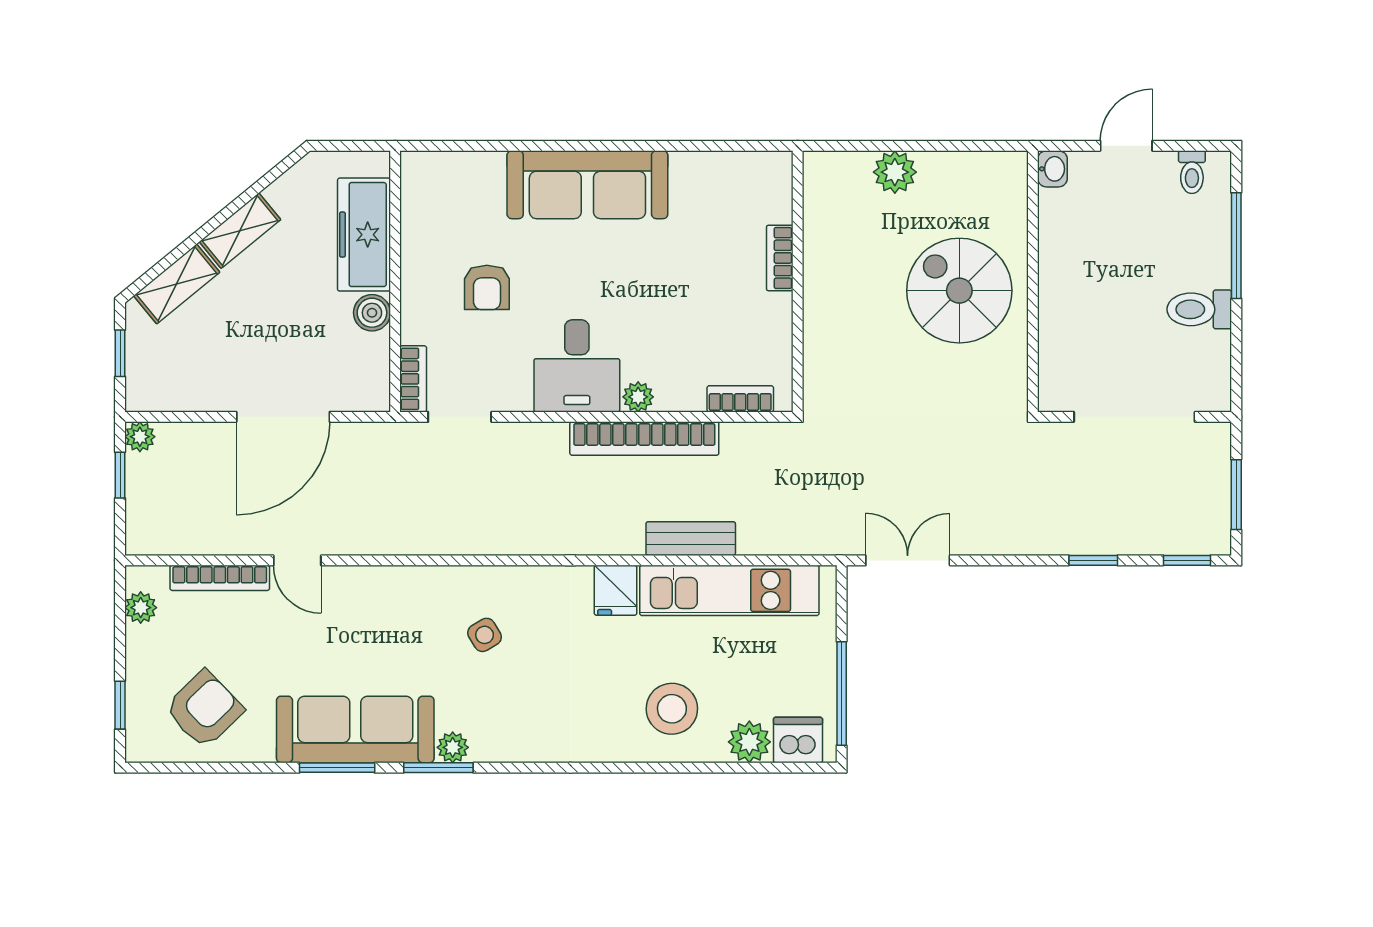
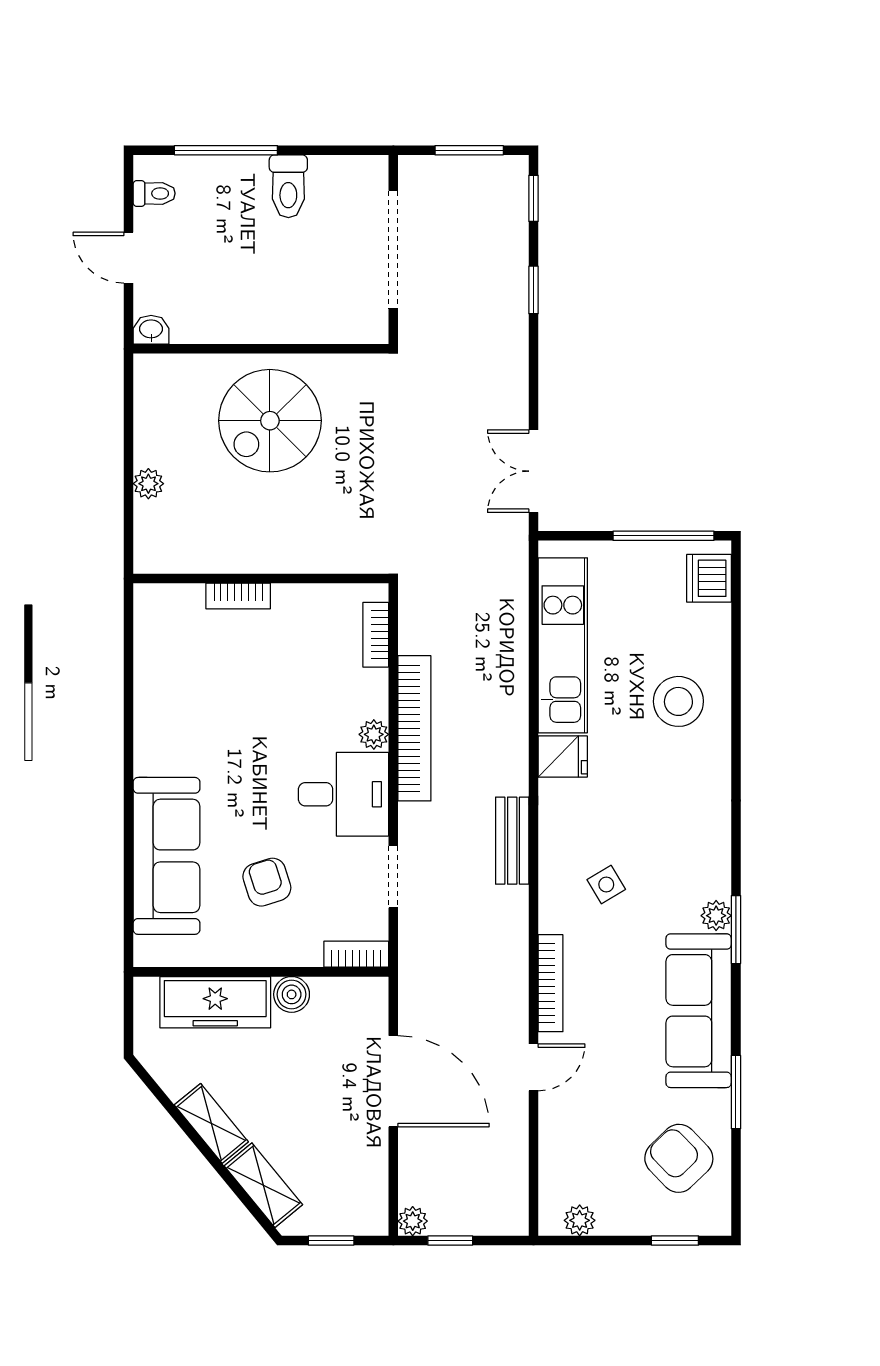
plant: (895, 172) -> (148, 484), width x0.73, depth x0.73
sofa: (587, 185) -> (166, 856), moved
armchair: (487, 287) -> (267, 882), turned -108
doorway: (460, 417) -> (393, 877), moved
bench: (691, 539) -> (512, 841), moved
bookcase: (220, 578) -> (551, 983), moved
plant: (749, 742) -> (711, 626), removed
window: (337, 768) -> (736, 1092), moved

